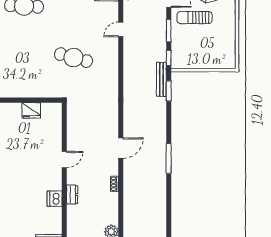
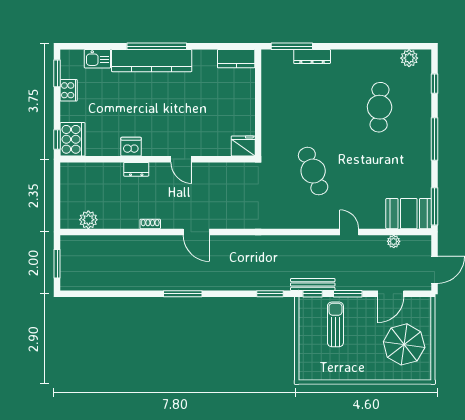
sun lounger: (194, 18) -> (335, 324), moved
cafe table: (74, 58) -> (313, 171), turned -36
bench: (161, 79) -> (313, 285), moved
fridge: (31, 110) -> (243, 146), moved, turned 90

